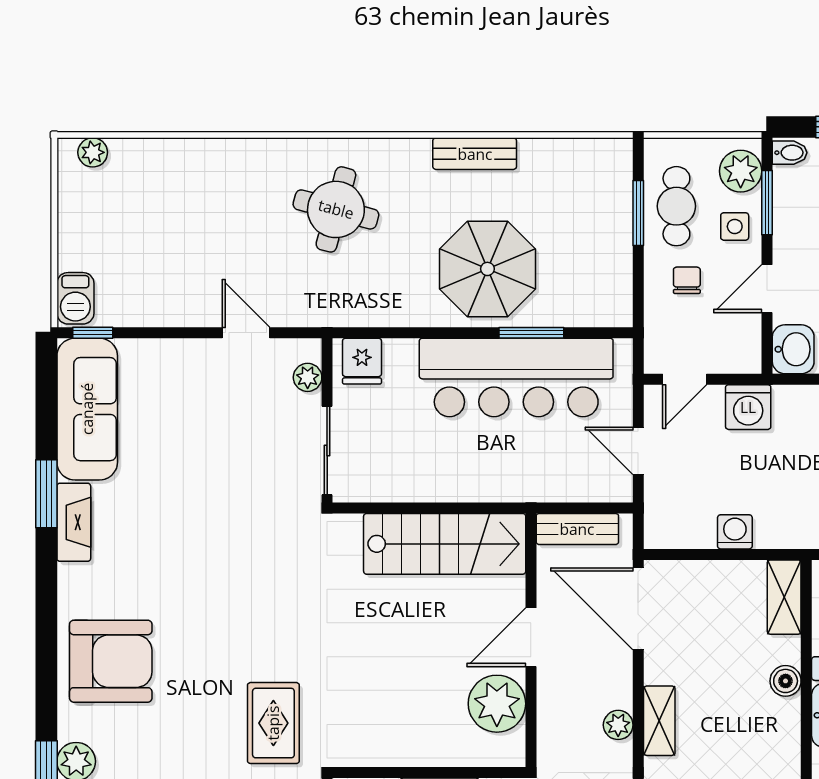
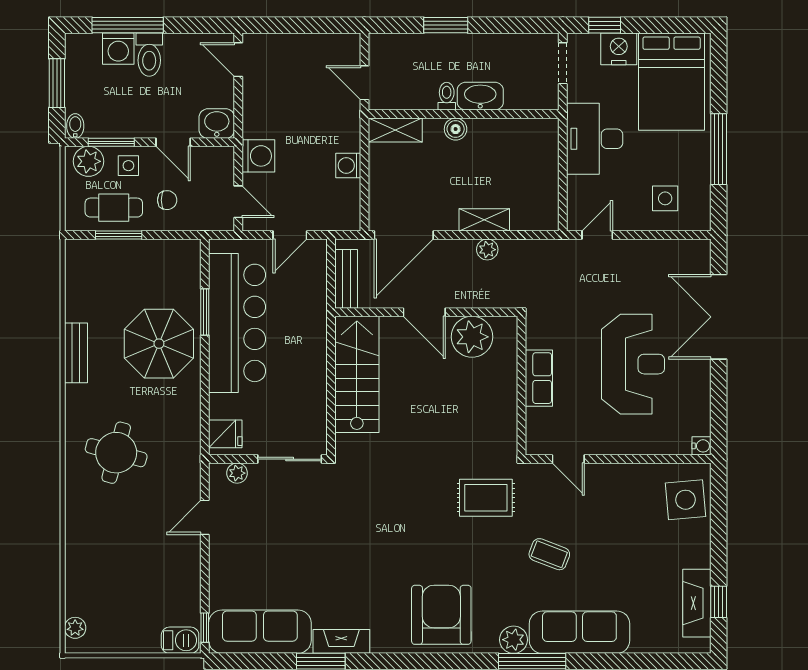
chair: (687, 280) -> (167, 200), turned 180

